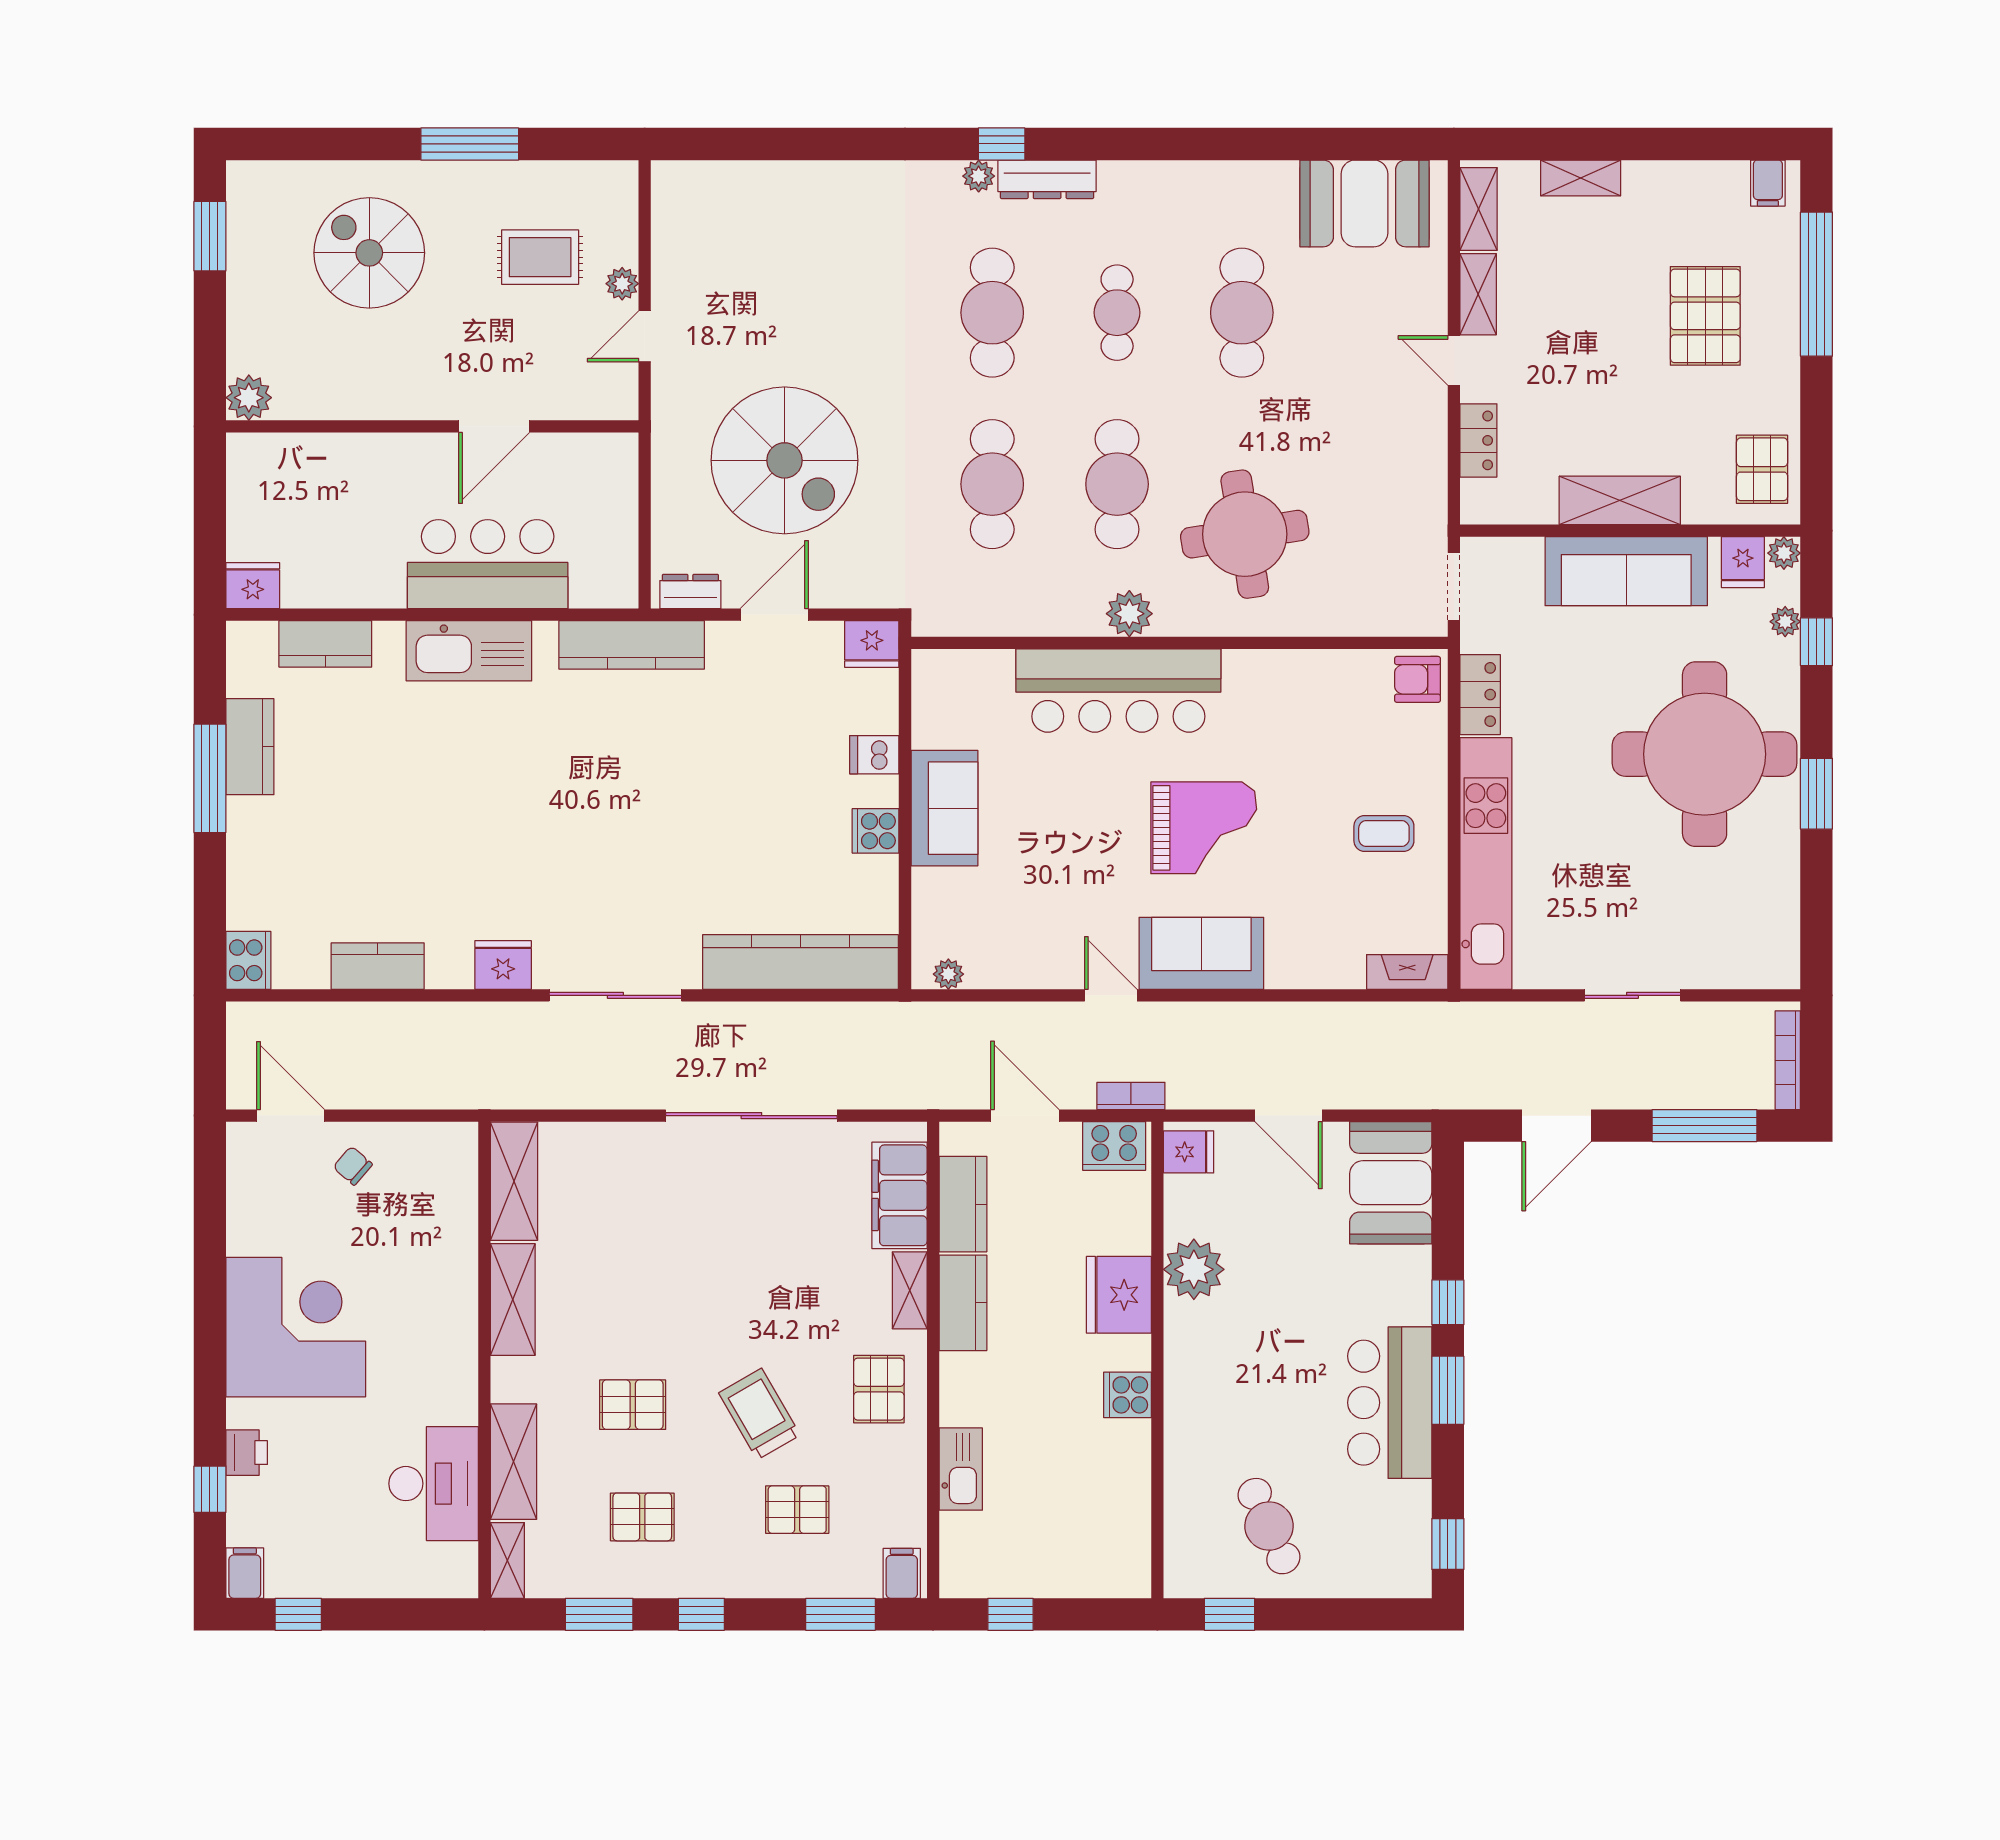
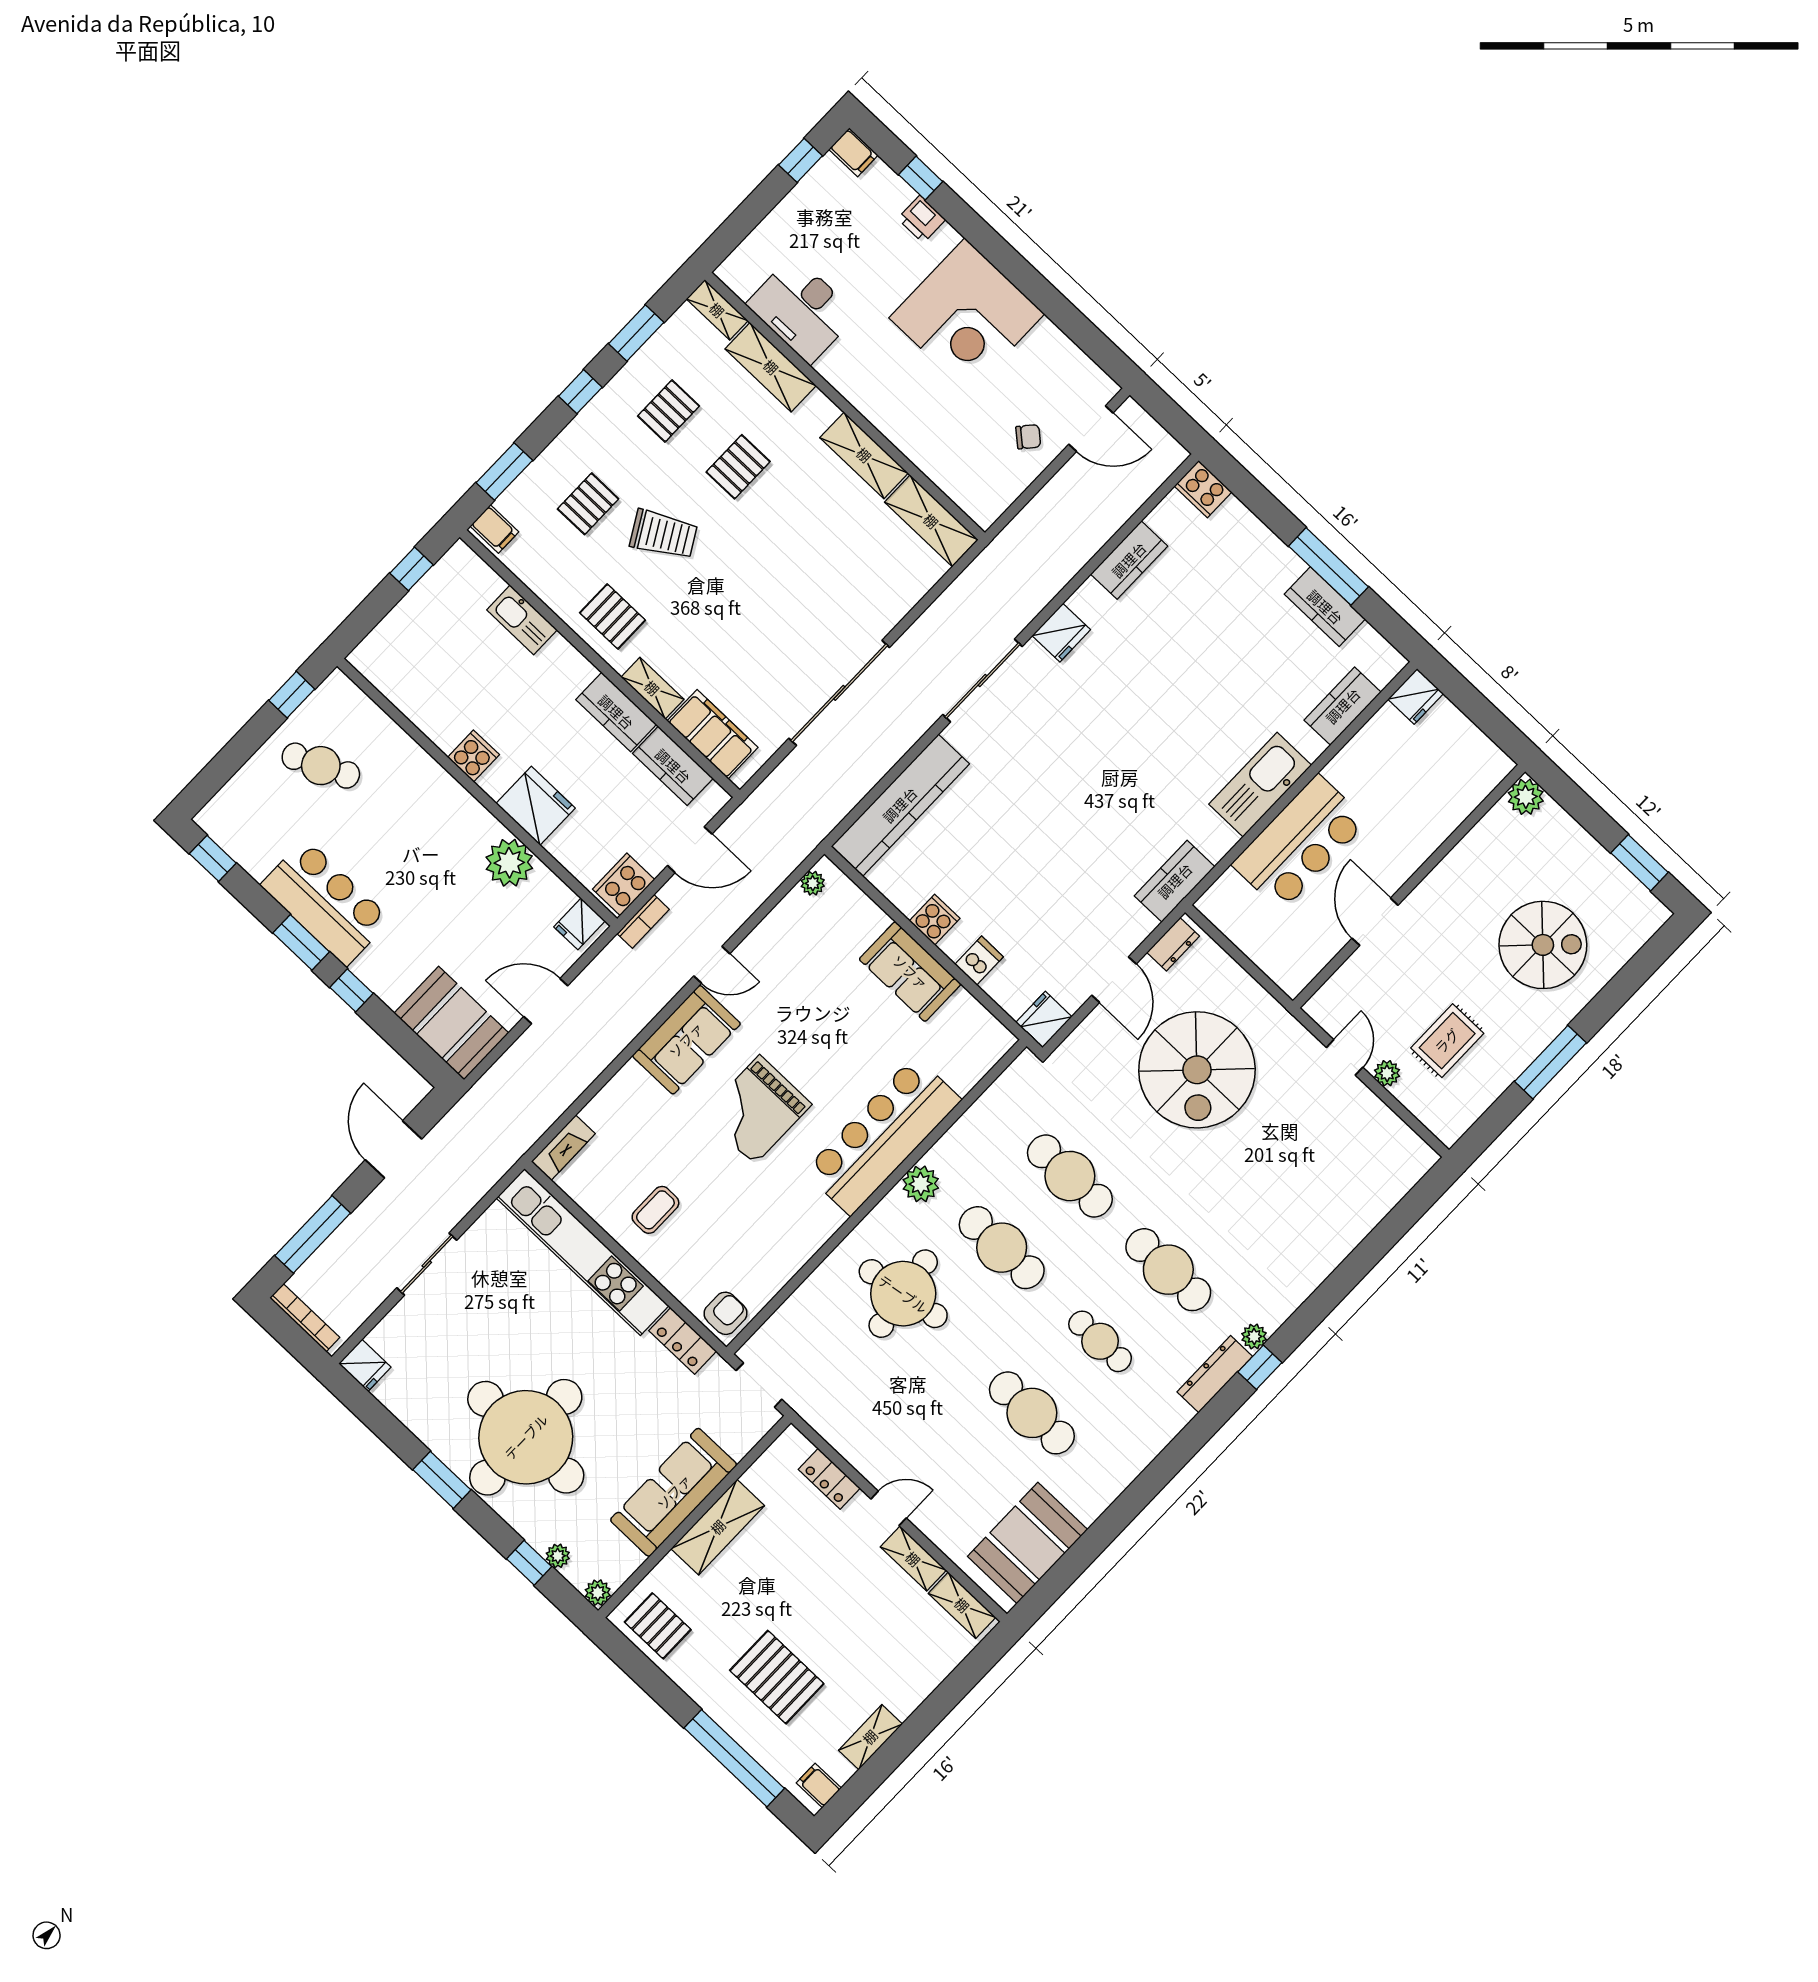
shelving: (1581, 178) -> (870, 1737), moved
spiral stairs: (785, 460) -> (1197, 1070), turned -90
fridge: (1743, 562) -> (365, 1365), moved, turned 180
kitchen counter: (632, 645) -> (1175, 881), width x0.67

